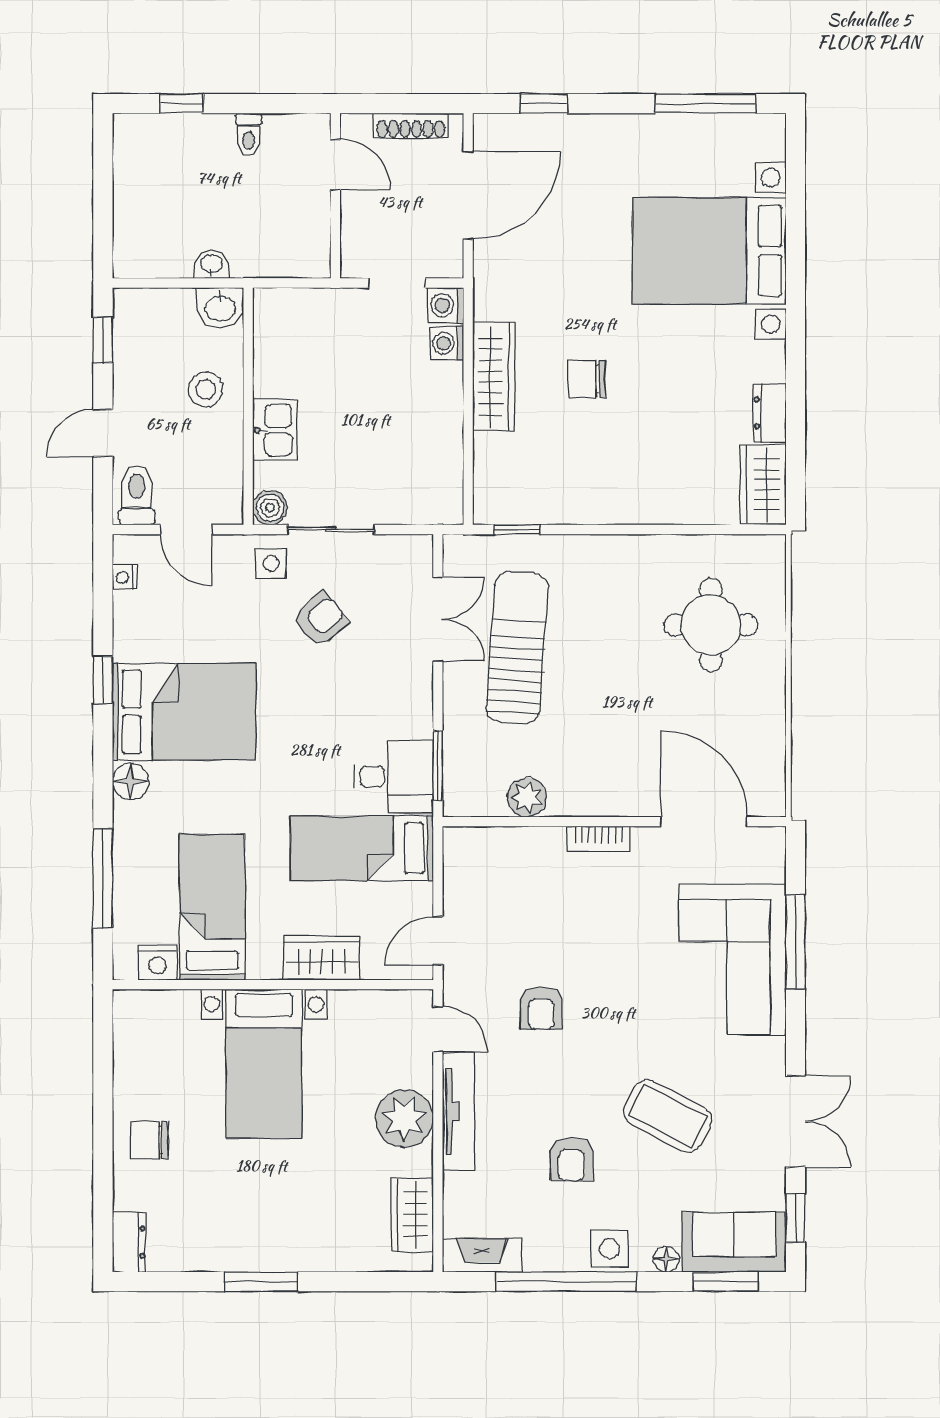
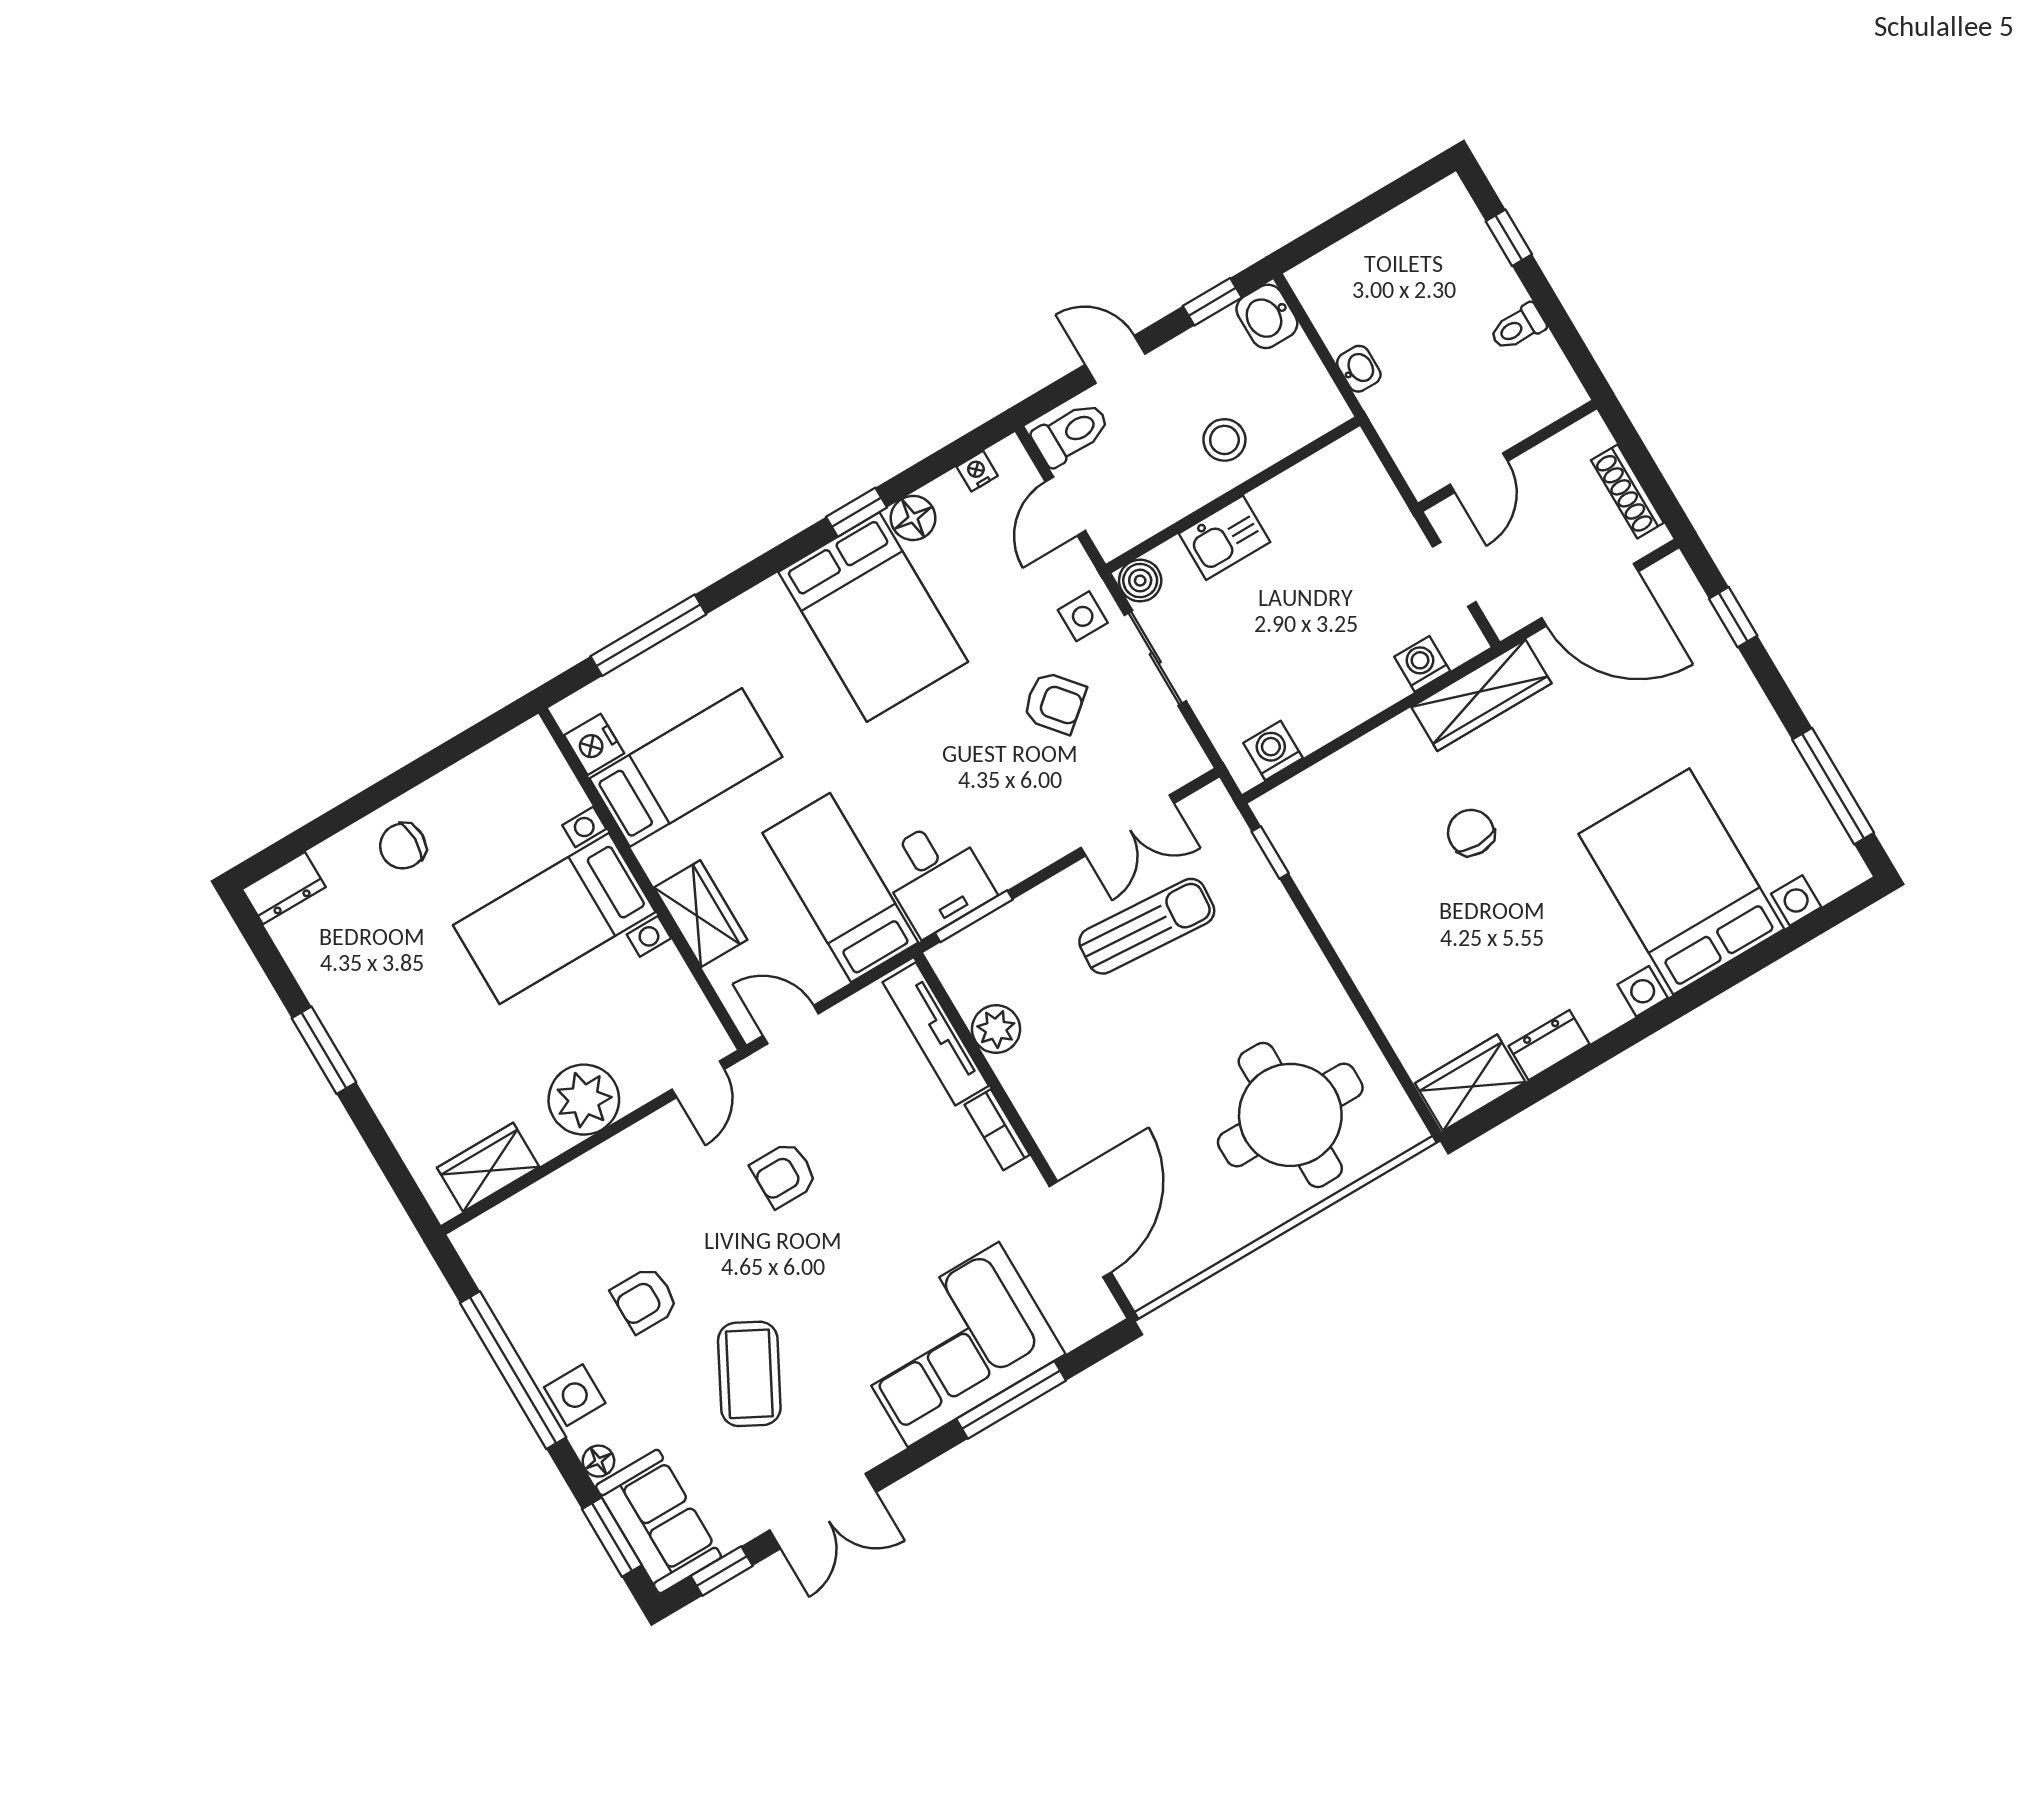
door: (335, 165) -> (1479, 473), moved
washing machine: (446, 305) -> (1273, 750), moved
washbasin: (220, 308) -> (1267, 316), moved
wardrobe: (494, 376) -> (1481, 695), moved
round table: (711, 625) -> (1290, 1115), width x1.36, depth x1.36
sun lounger: (517, 648) -> (1147, 926), width x0.73, depth x0.75
floor lamp: (131, 781) -> (913, 518), moved
tv unit: (458, 1112) -> (936, 1034), moved, turned 90
chair: (149, 1140) -> (403, 846), turned -90
fireplace: (482, 1255) -> (489, 1266), removed

